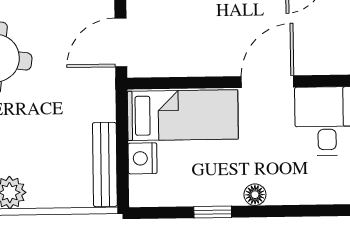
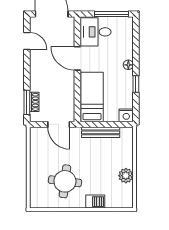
nightstand: (143, 158) -> (126, 115), moved
bench: (105, 164) -> (101, 132), moved

